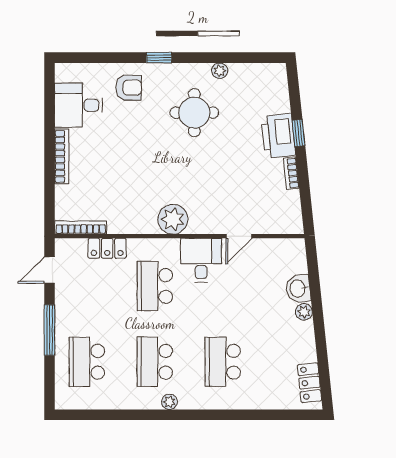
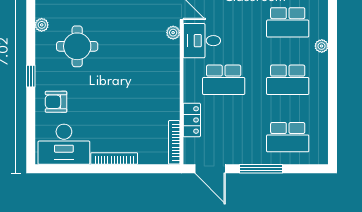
armchair: (129, 88) -> (56, 102), turned -90
desk: (78, 105) -> (64, 144), width x1.37
plant: (173, 219) -> (173, 33), moved, width x0.53, depth x0.53
door: (49, 270) -> (210, 169), width x1.38
plant: (169, 402) -> (322, 46), moved

